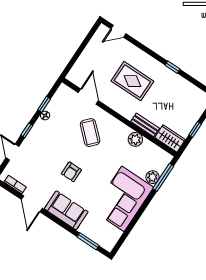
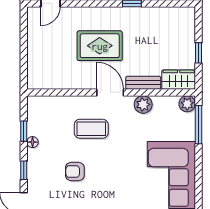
door: (88, 97) -> (110, 92), moved
coffee table: (90, 133) -> (91, 129), turned -43
armchair: (71, 172) -> (75, 172), moved, turned 90
plant: (153, 177) -> (187, 104), moved

